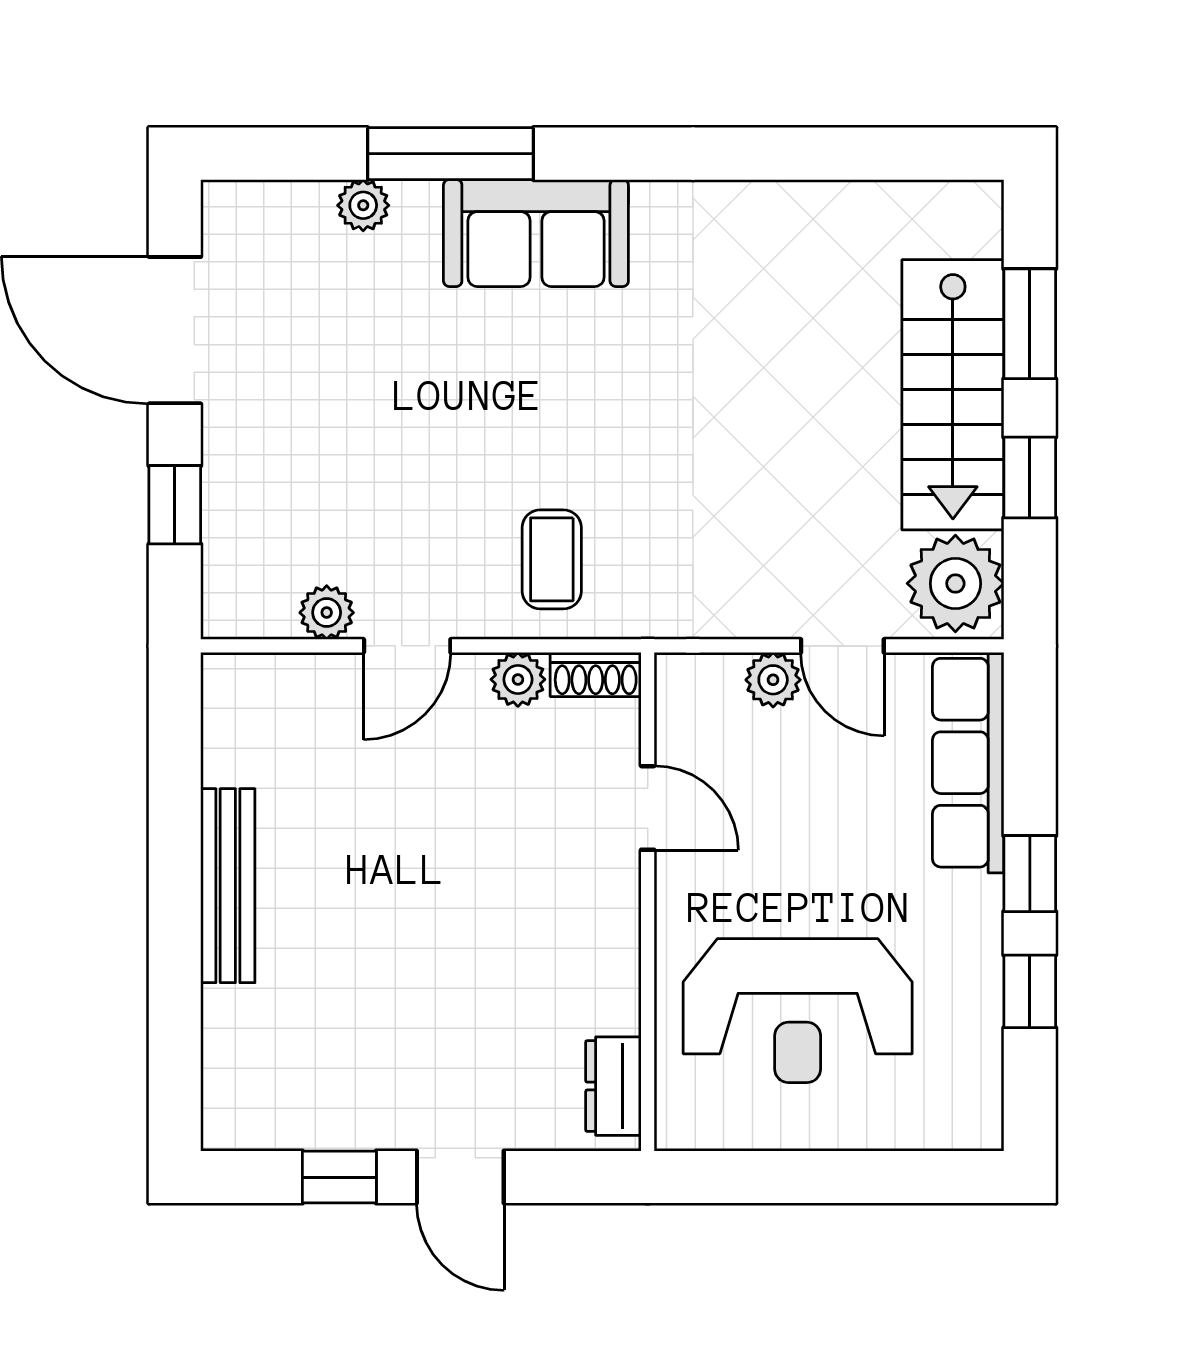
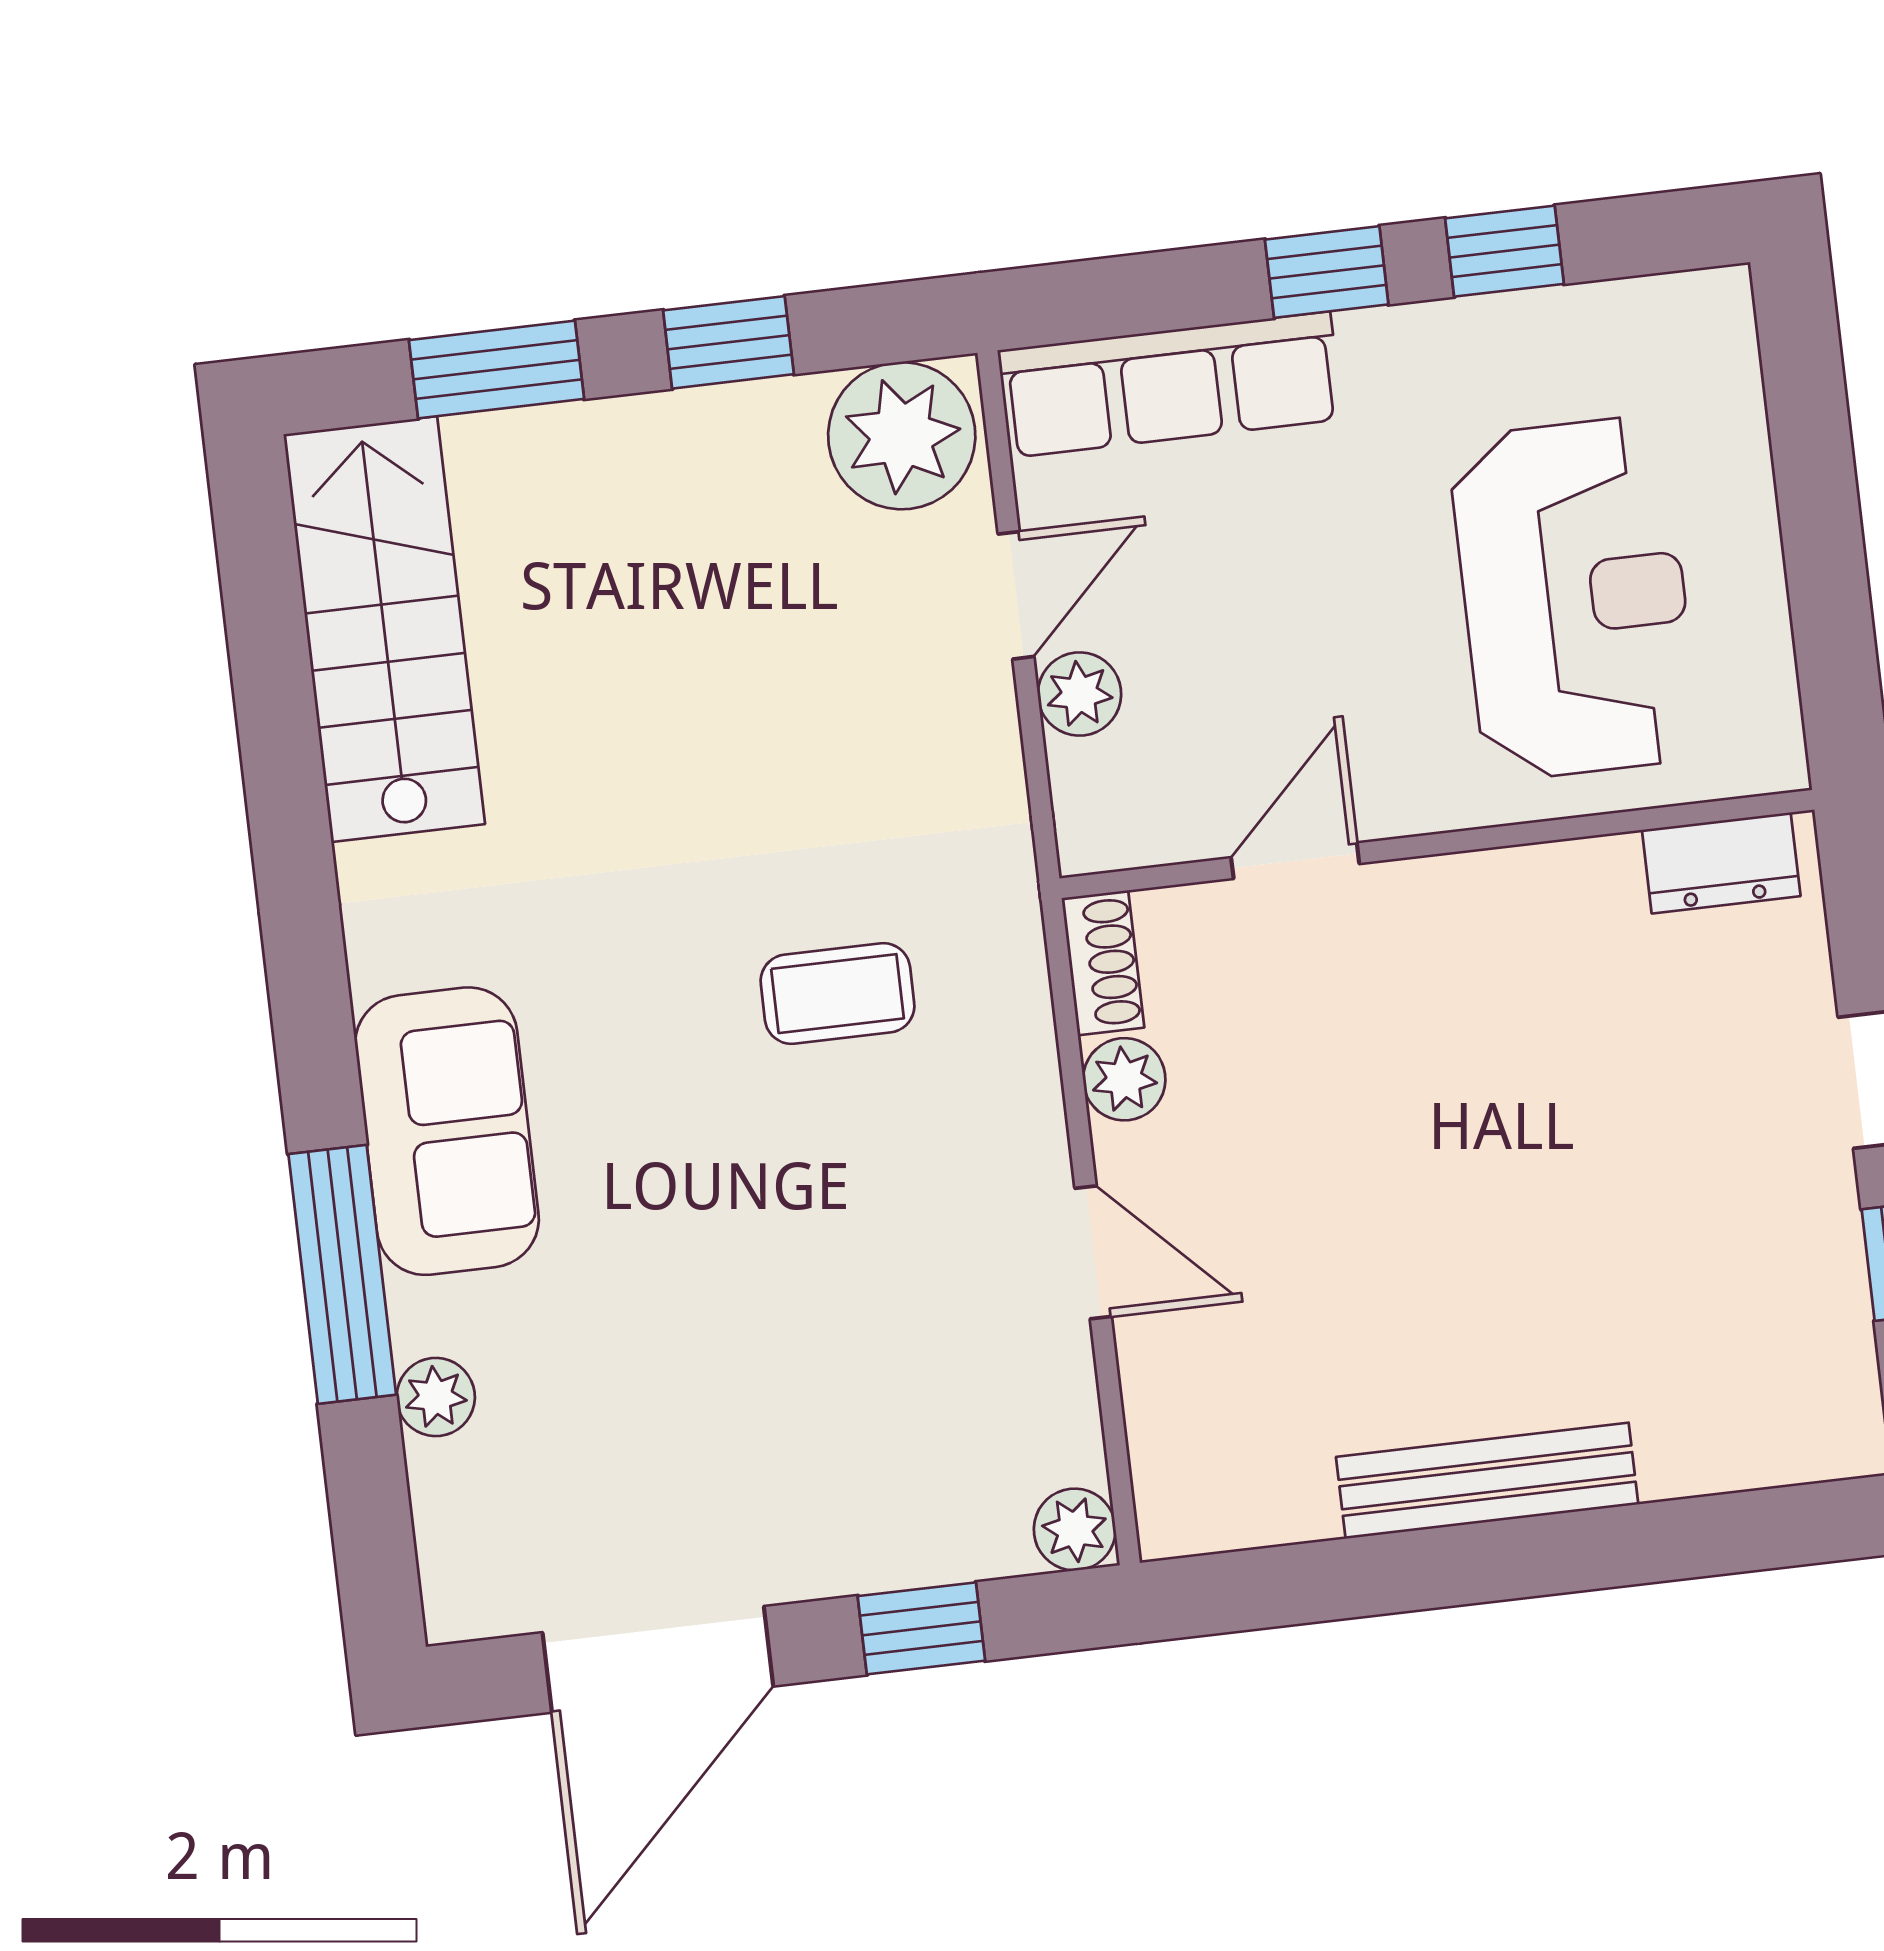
stairs: (953, 395) -> (384, 629), moved, turned -90
coffee table: (552, 559) -> (838, 994), moved
plant: (327, 613) -> (1075, 1529), moved

